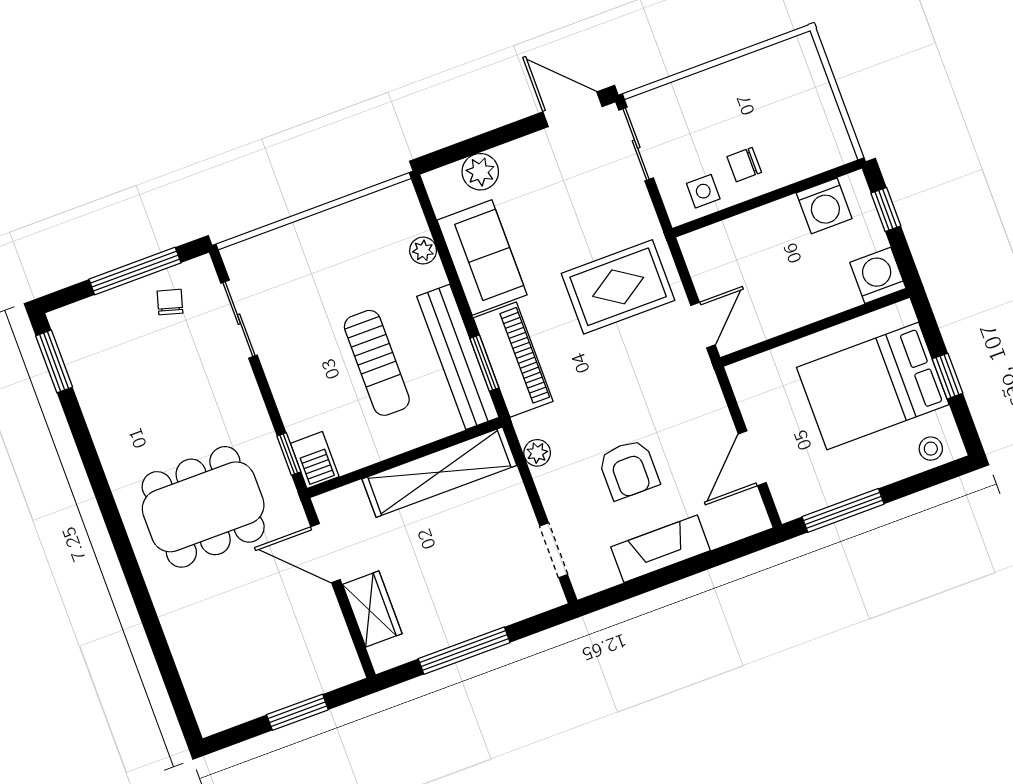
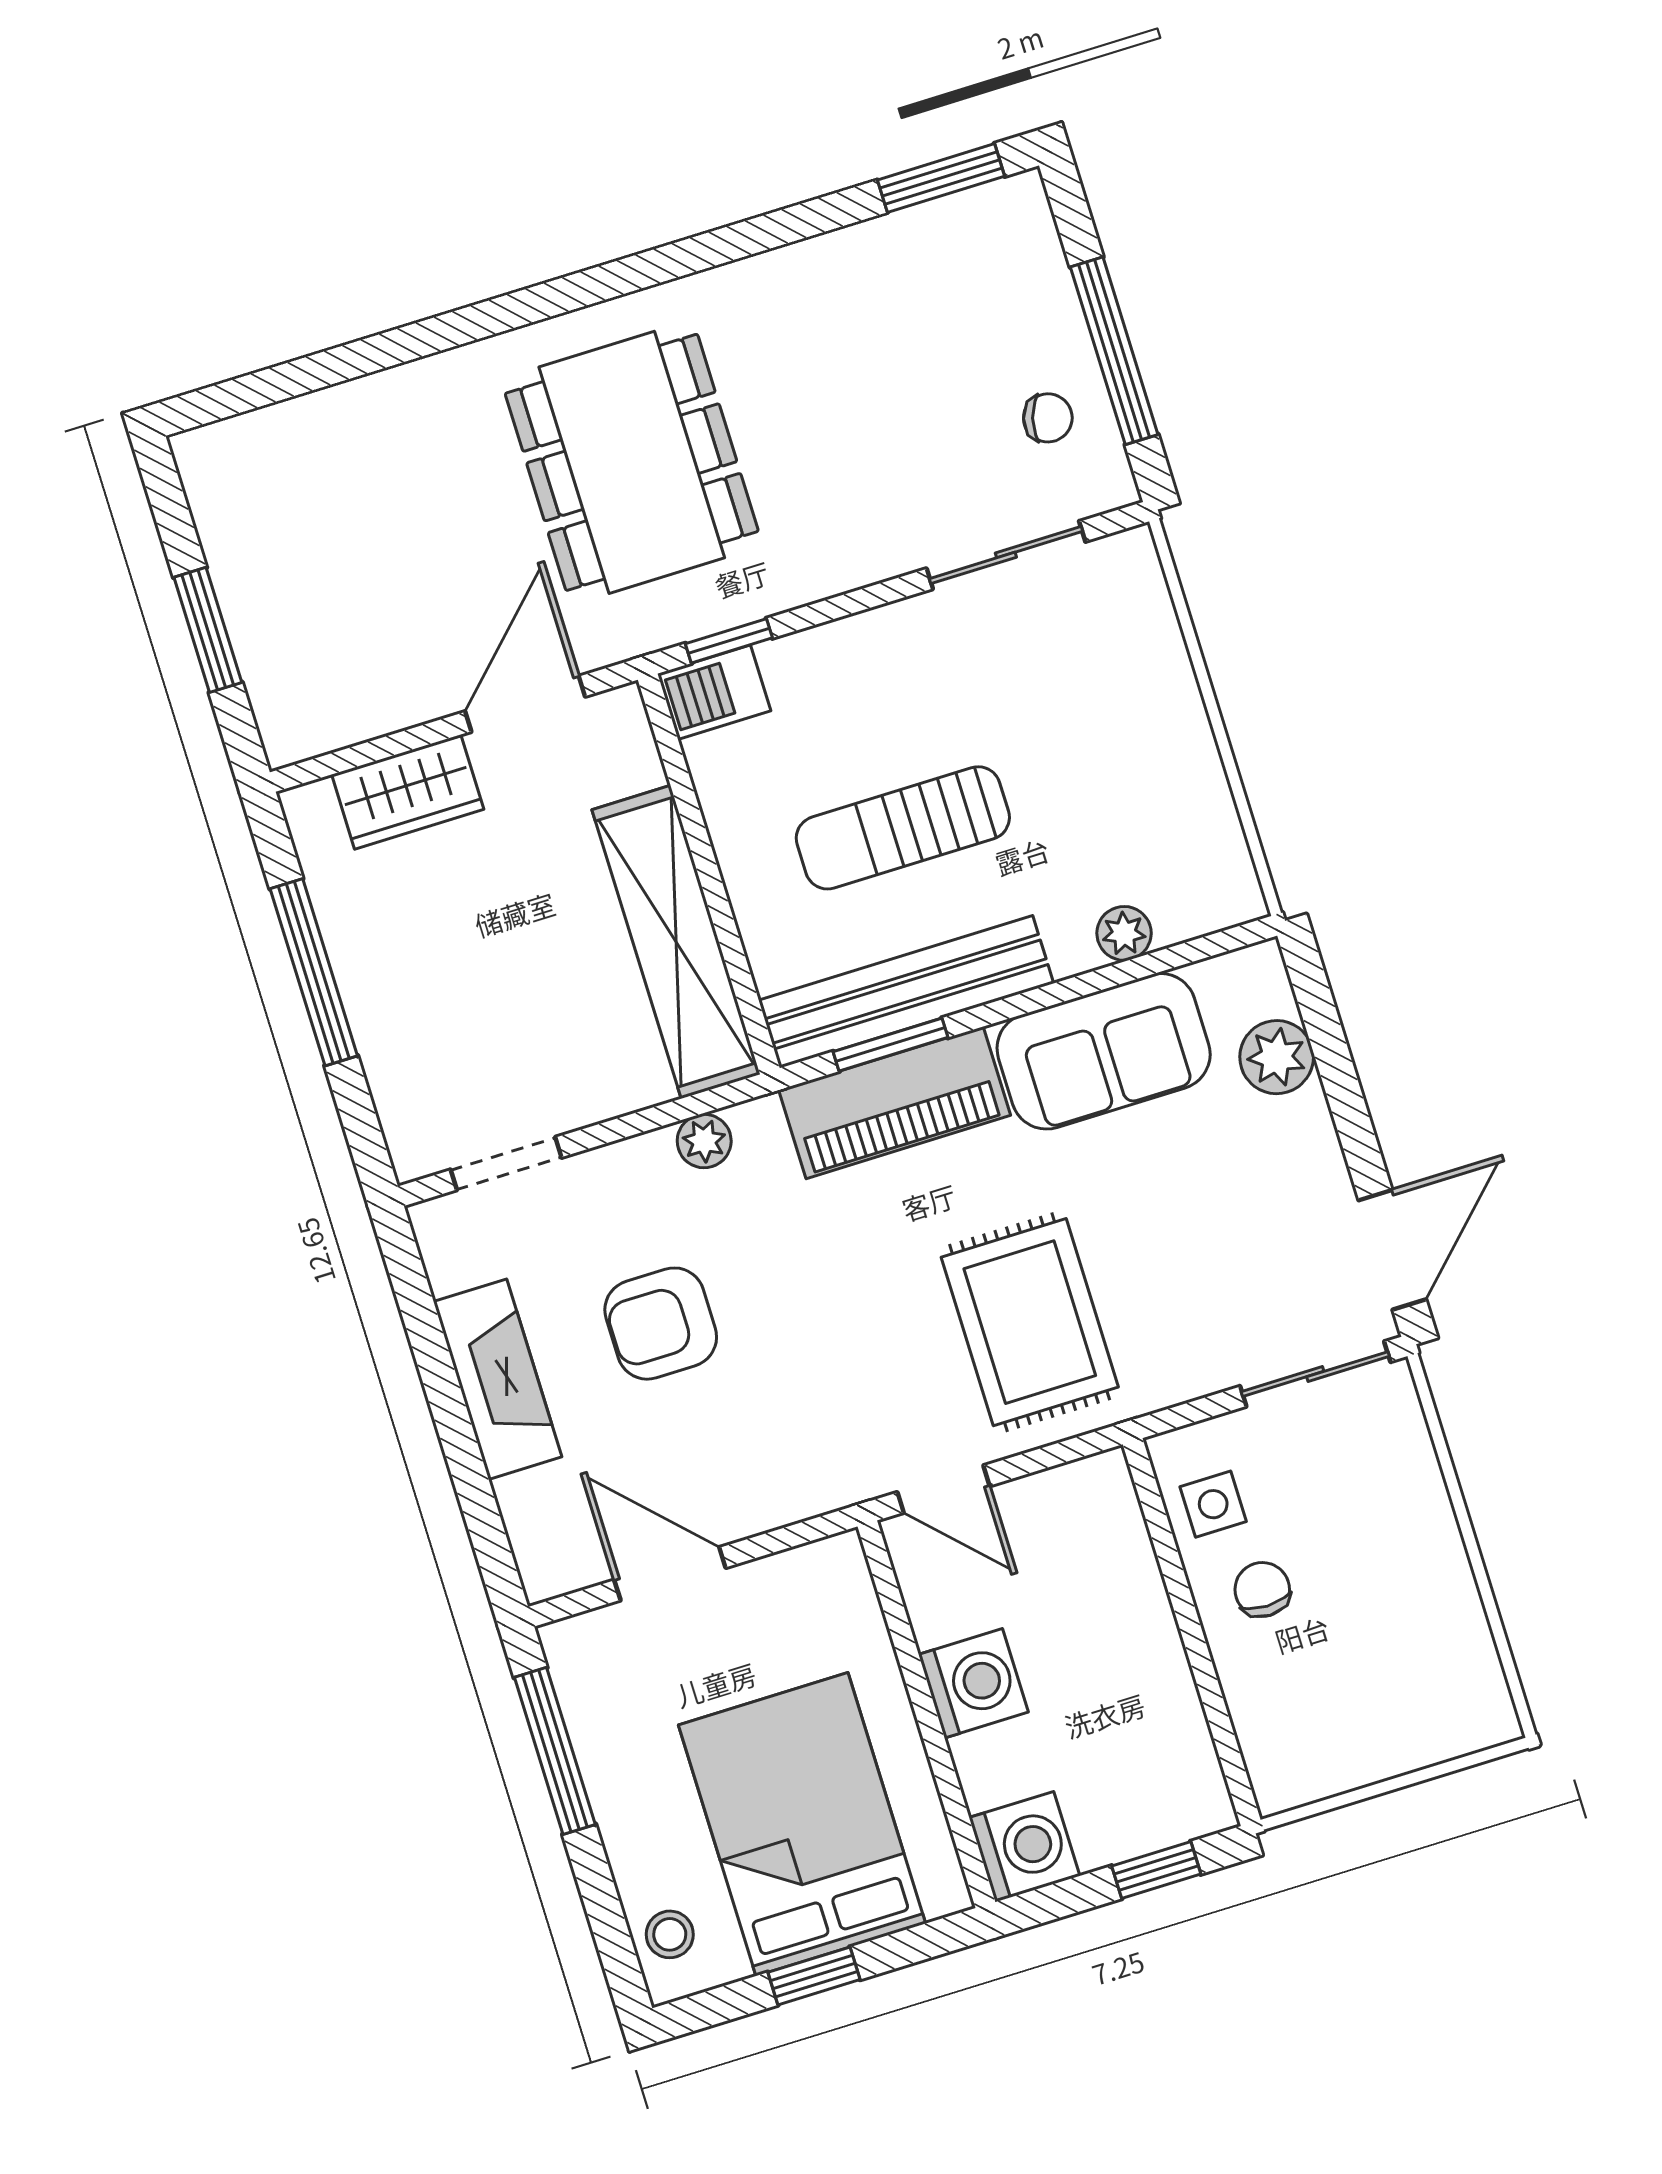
washing machine: (824, 206) -> (973, 1683), moved, turned 180

